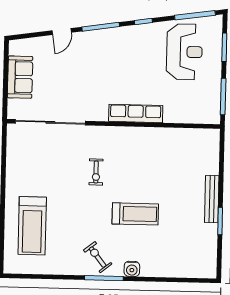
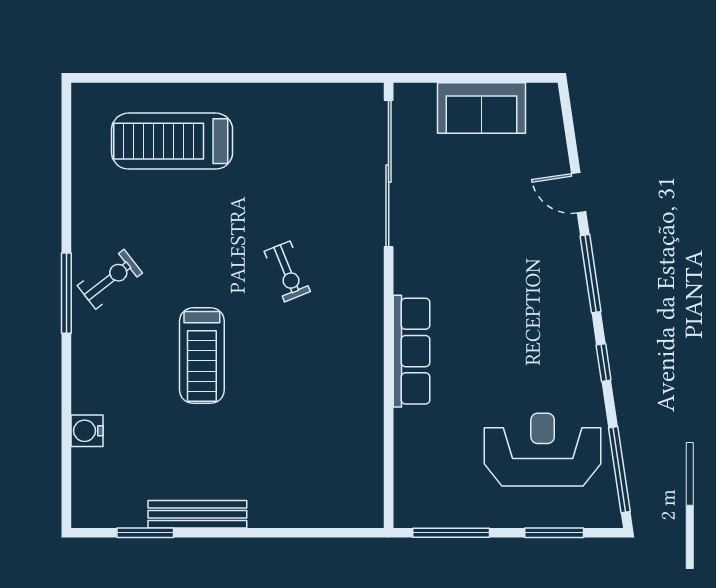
reception desk: (184, 52) -> (543, 450), turned 180
exercise bike: (96, 172) -> (287, 271), turned -112
bench: (212, 199) -> (197, 514), moved
window: (220, 221) -> (145, 533), moved
water cooler: (132, 269) -> (87, 431), moved

